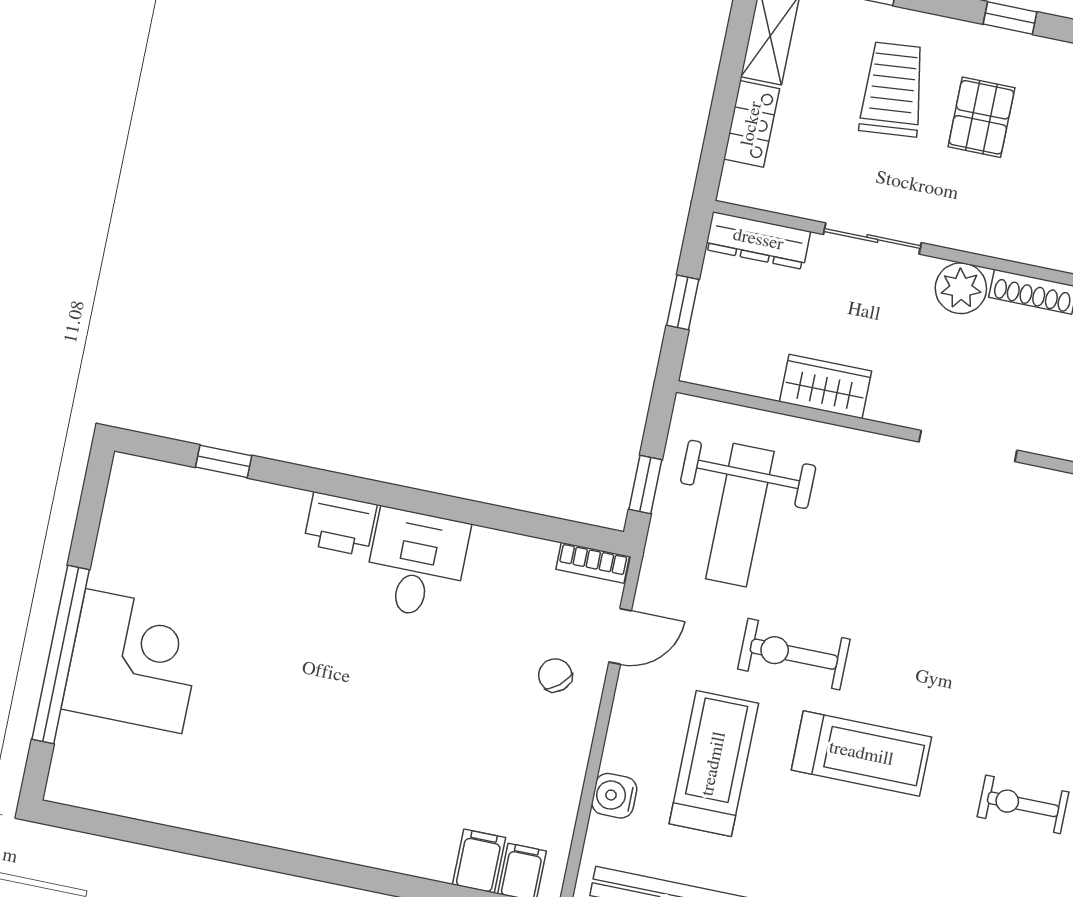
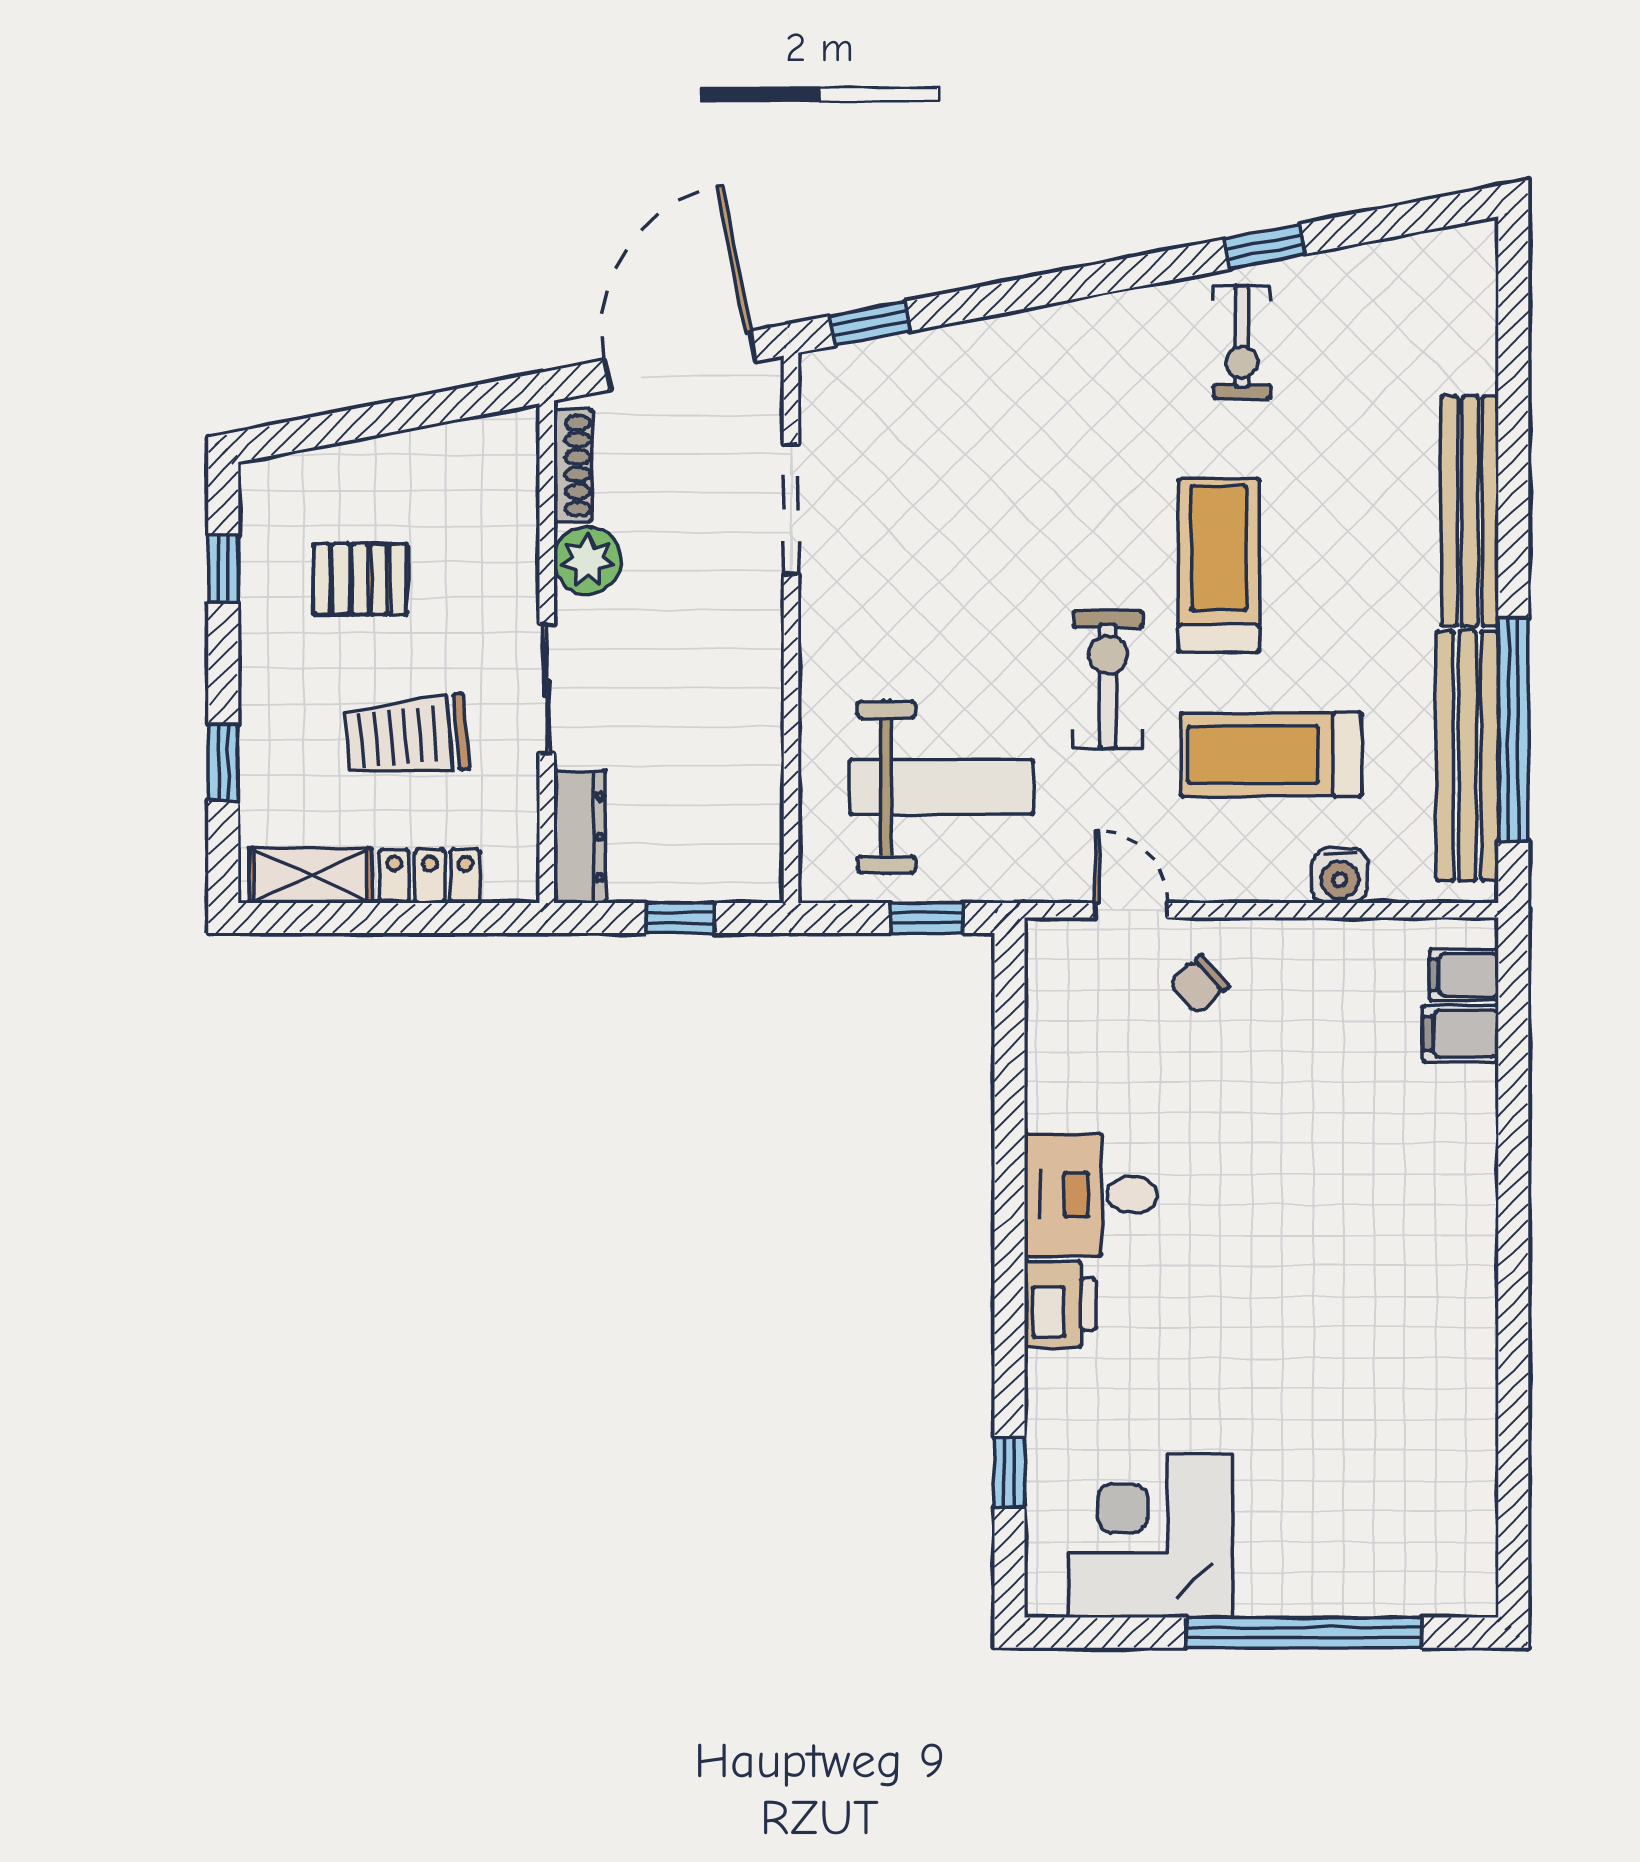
trolley: (893, 89) -> (407, 736), moved
wardrobe: (825, 386) -> (751, 710), removed
bookcase: (593, 563) -> (1043, 966), removed
exercise bike: (794, 654) -> (1108, 680), turned 180
corner desk: (134, 661) -> (1150, 1536), moved

